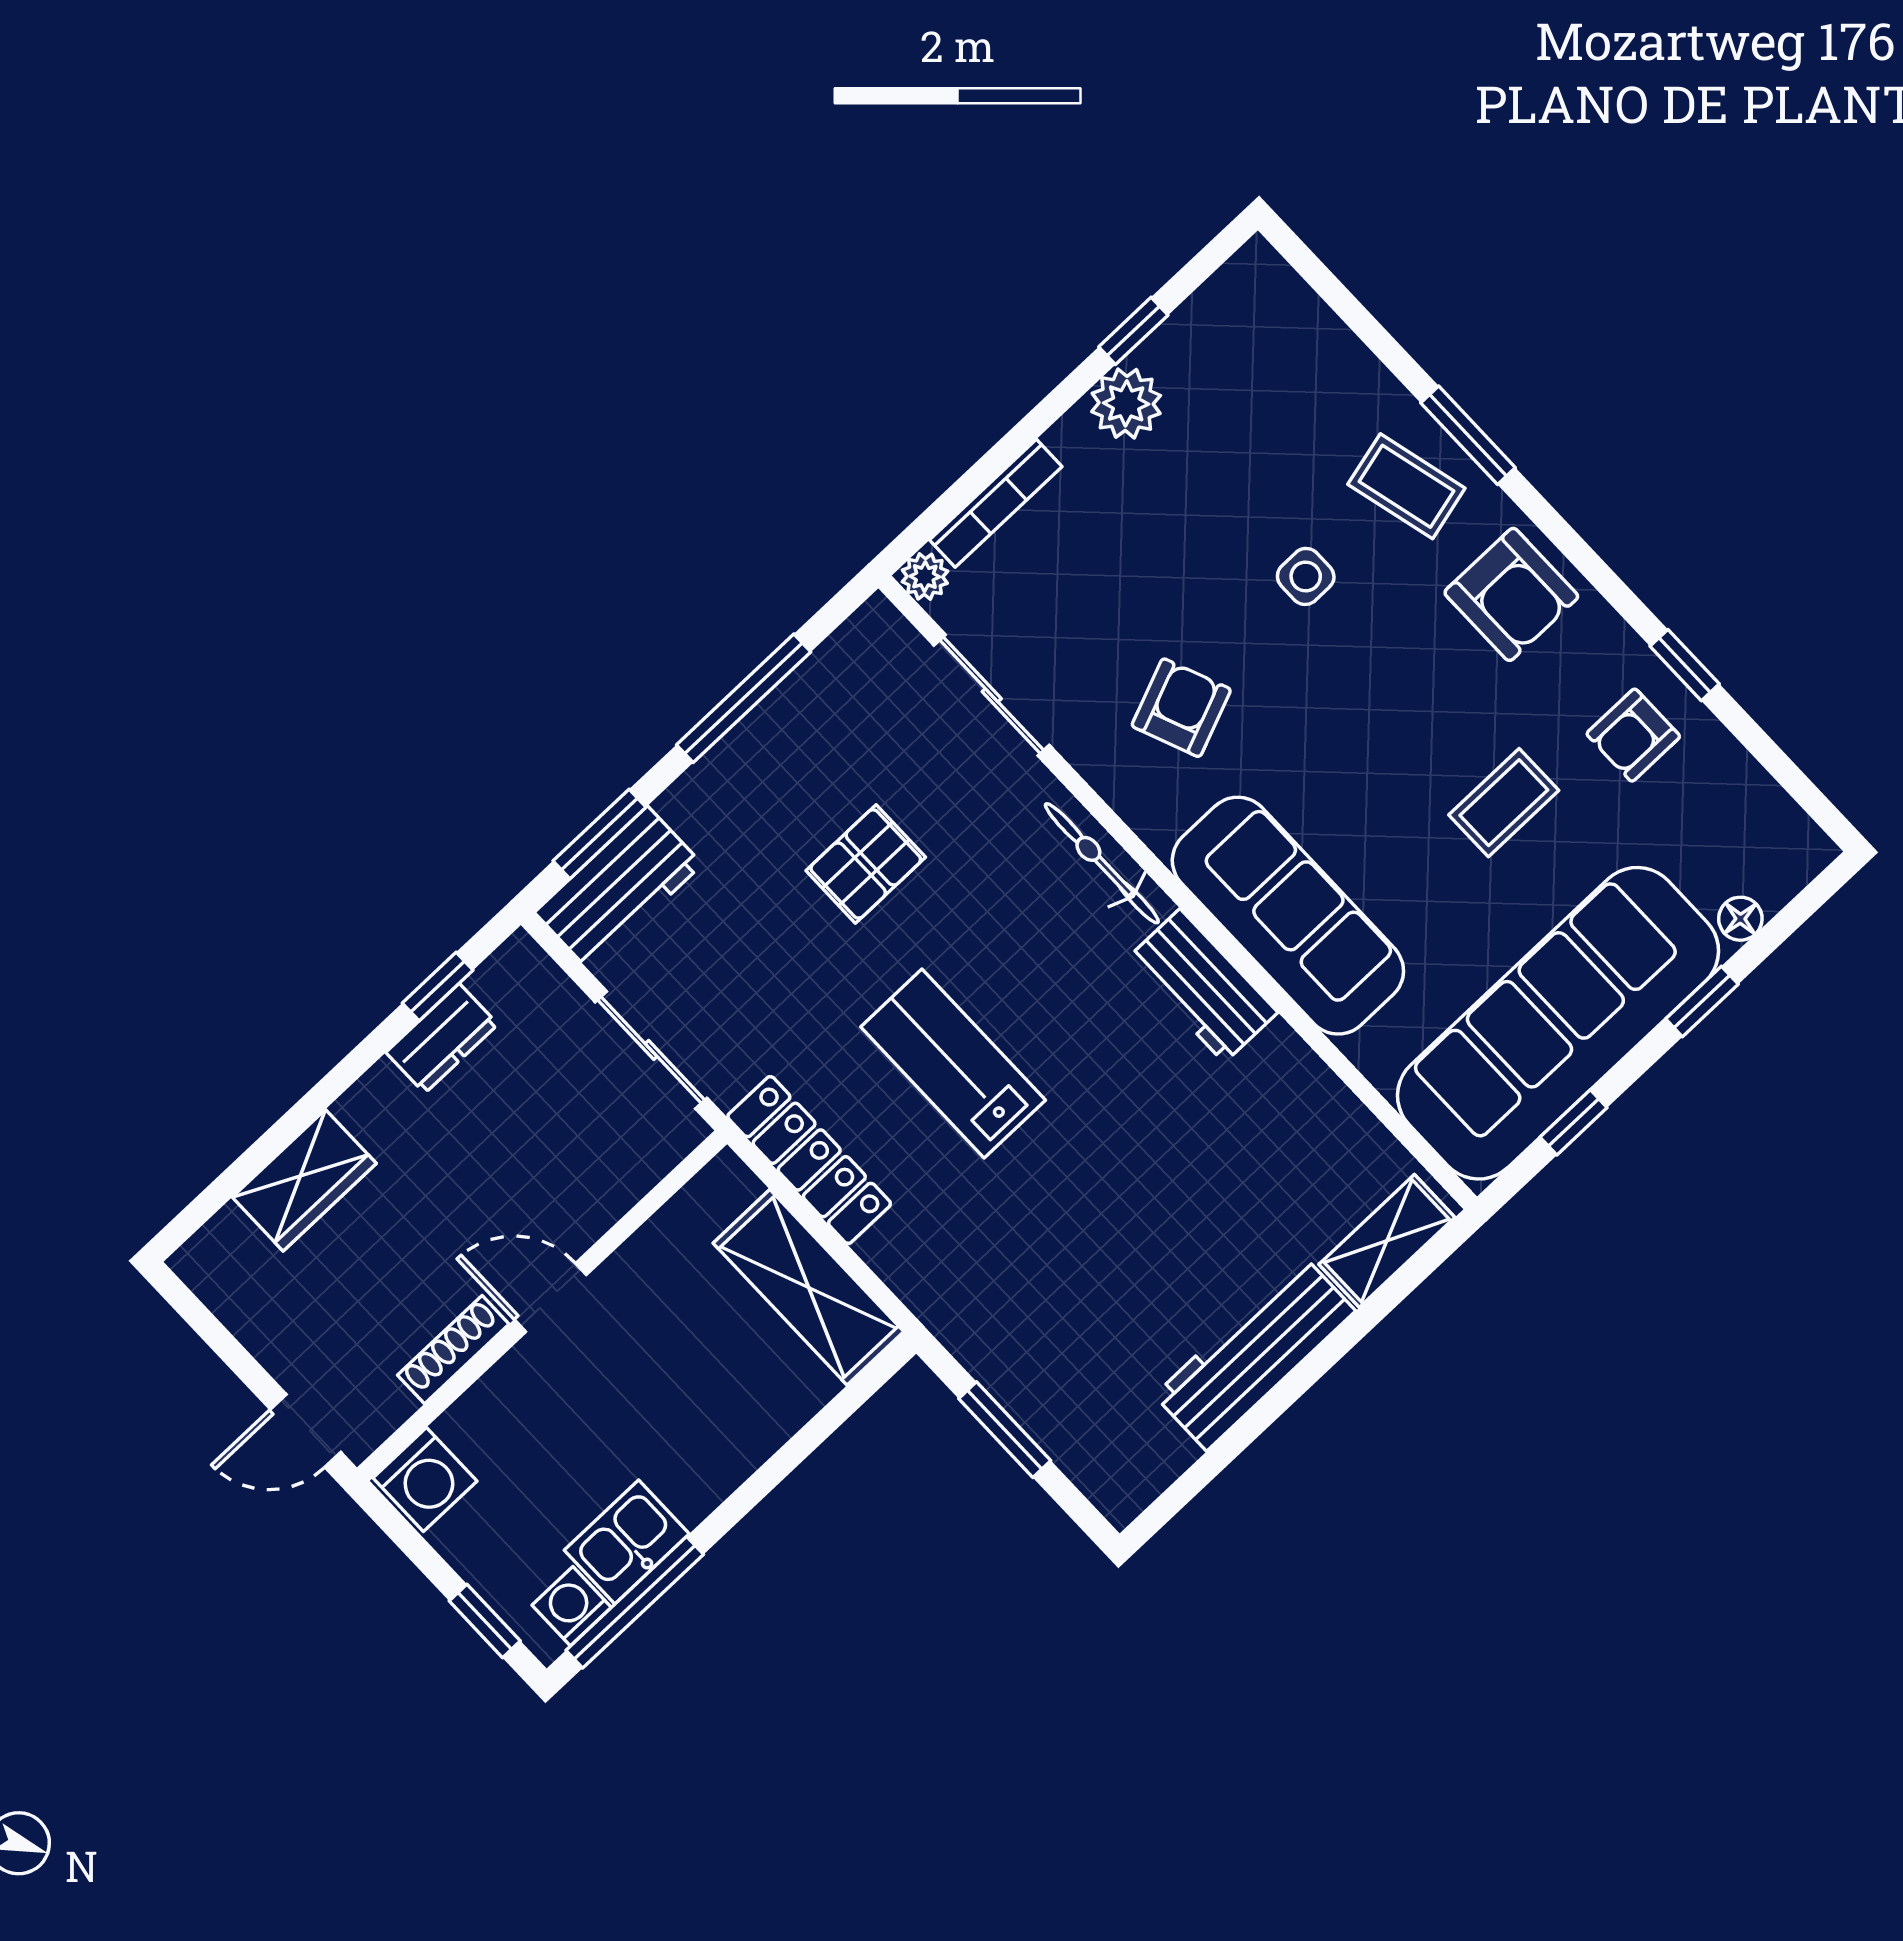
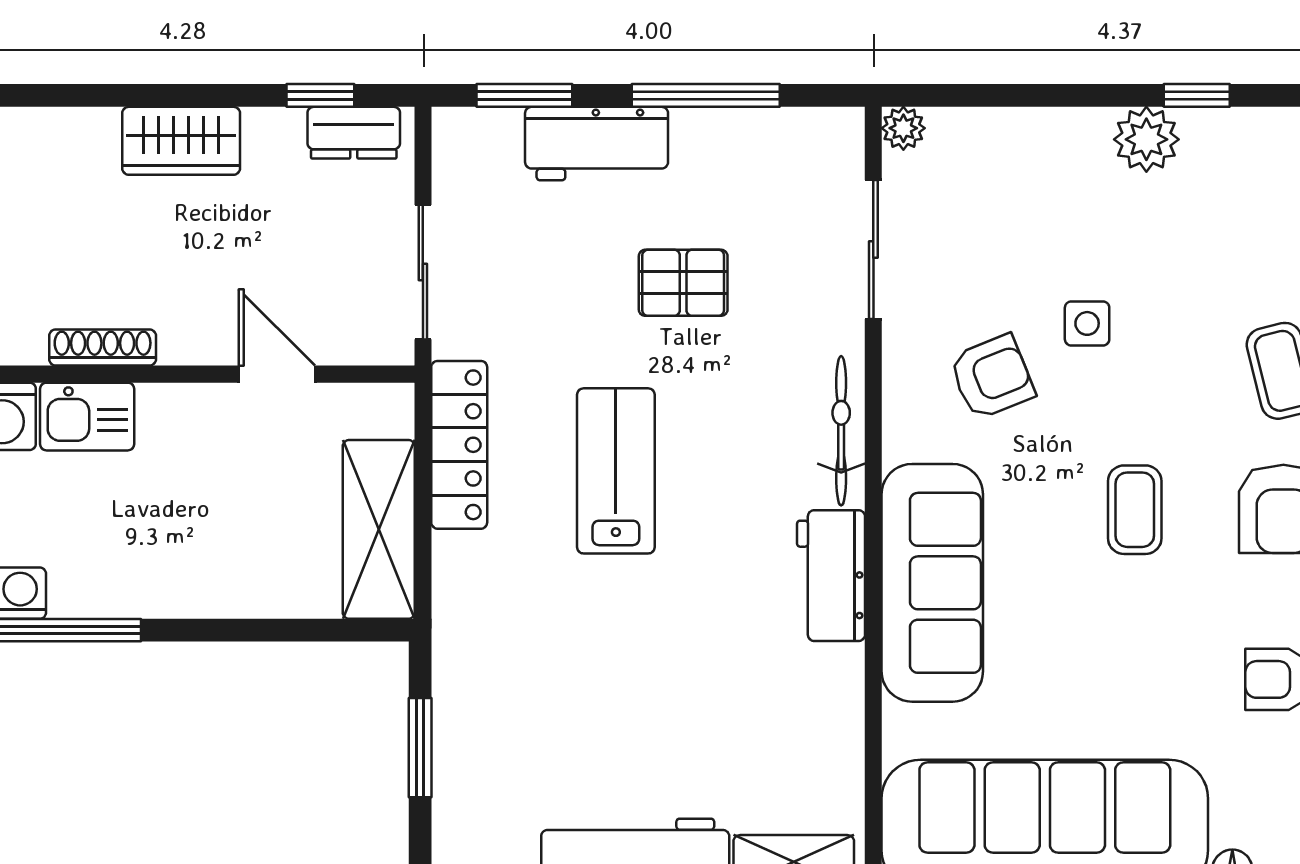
bookcase: (996, 503) -> (997, 124), removed
side table: (1306, 576) -> (1087, 323), moved
coffee table: (1504, 803) -> (1135, 510), moved, turned 90
workbench: (618, 888) -> (597, 144), moved
dresser: (442, 1038) -> (354, 133), moved
wardrobe: (304, 1180) -> (181, 141), moved
door: (551, 1298) -> (277, 374), moved
kitchen sink: (627, 1542) -> (87, 417), moved, turned 180

